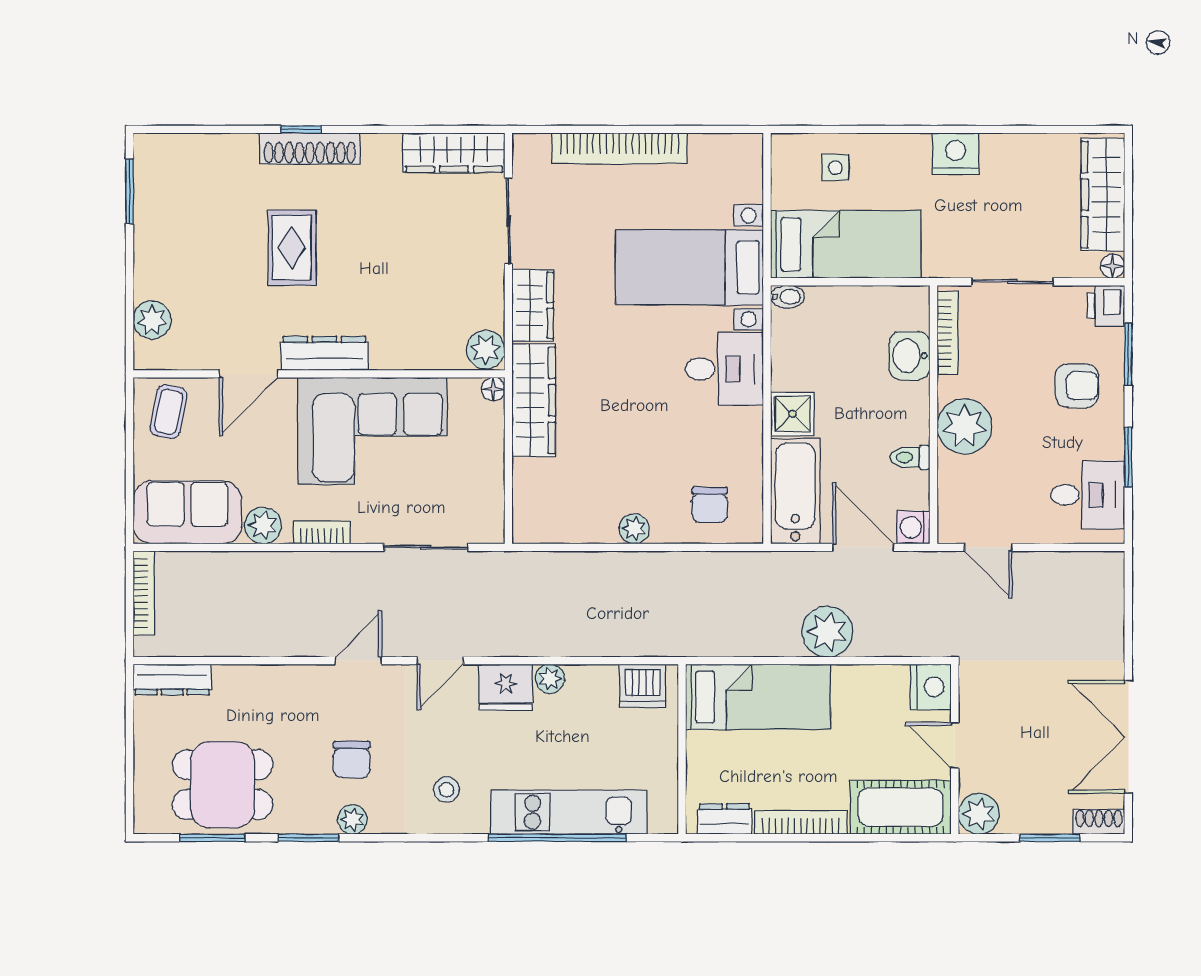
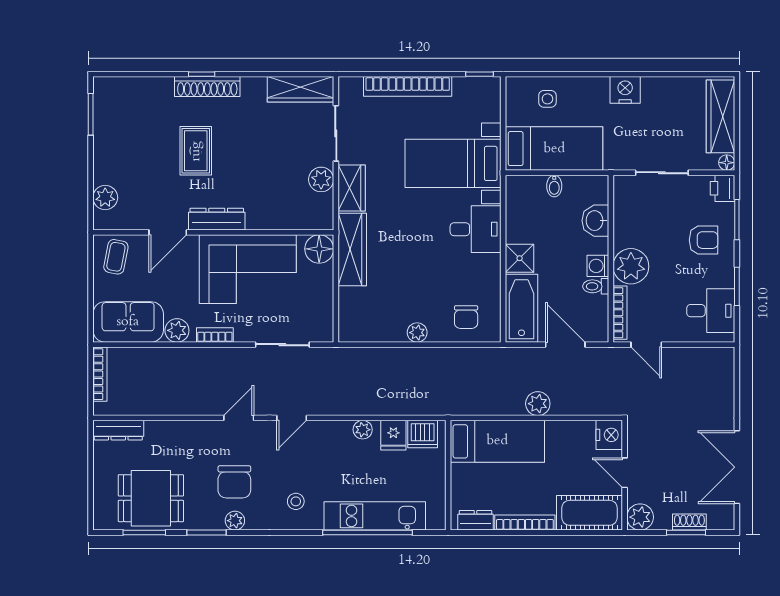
window: (730, 129) -> (479, 74), added
bidet: (787, 297) -> (554, 186), moved, turned 90
bookcase: (948, 333) -> (620, 313), moved
plant: (486, 350) -> (321, 179), moved
floor lamp: (493, 389) -> (319, 249), width x1.89, depth x1.89
washing machine: (913, 527) -> (598, 266), moved
plant: (827, 632) -> (538, 404), width x0.73, depth x0.73
fridge: (506, 687) -> (393, 435), moved, width x0.72
chair: (352, 759) -> (234, 482), width x1.37, depth x1.37
shoe rack: (1099, 822) -> (689, 522), moved

